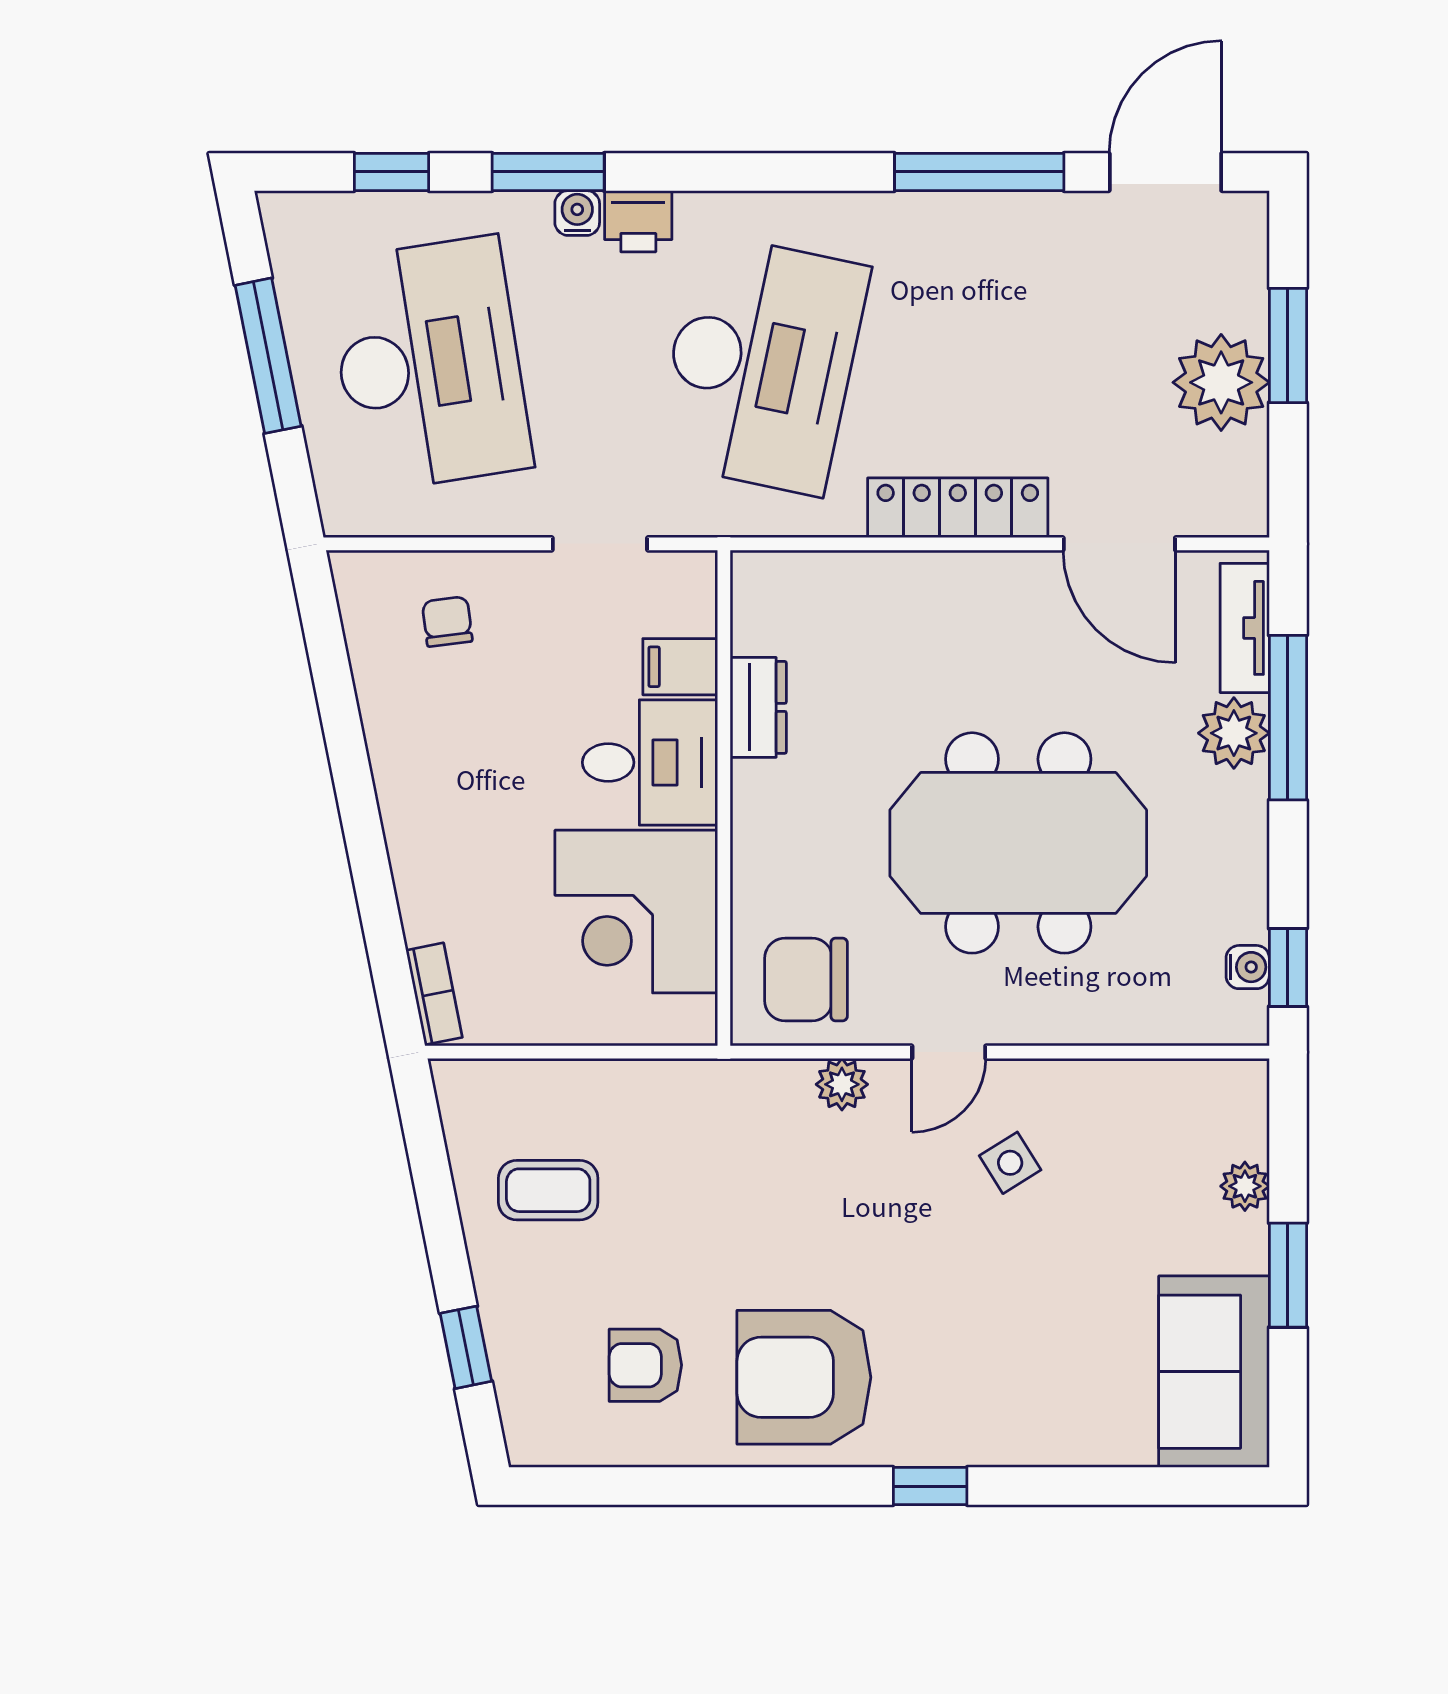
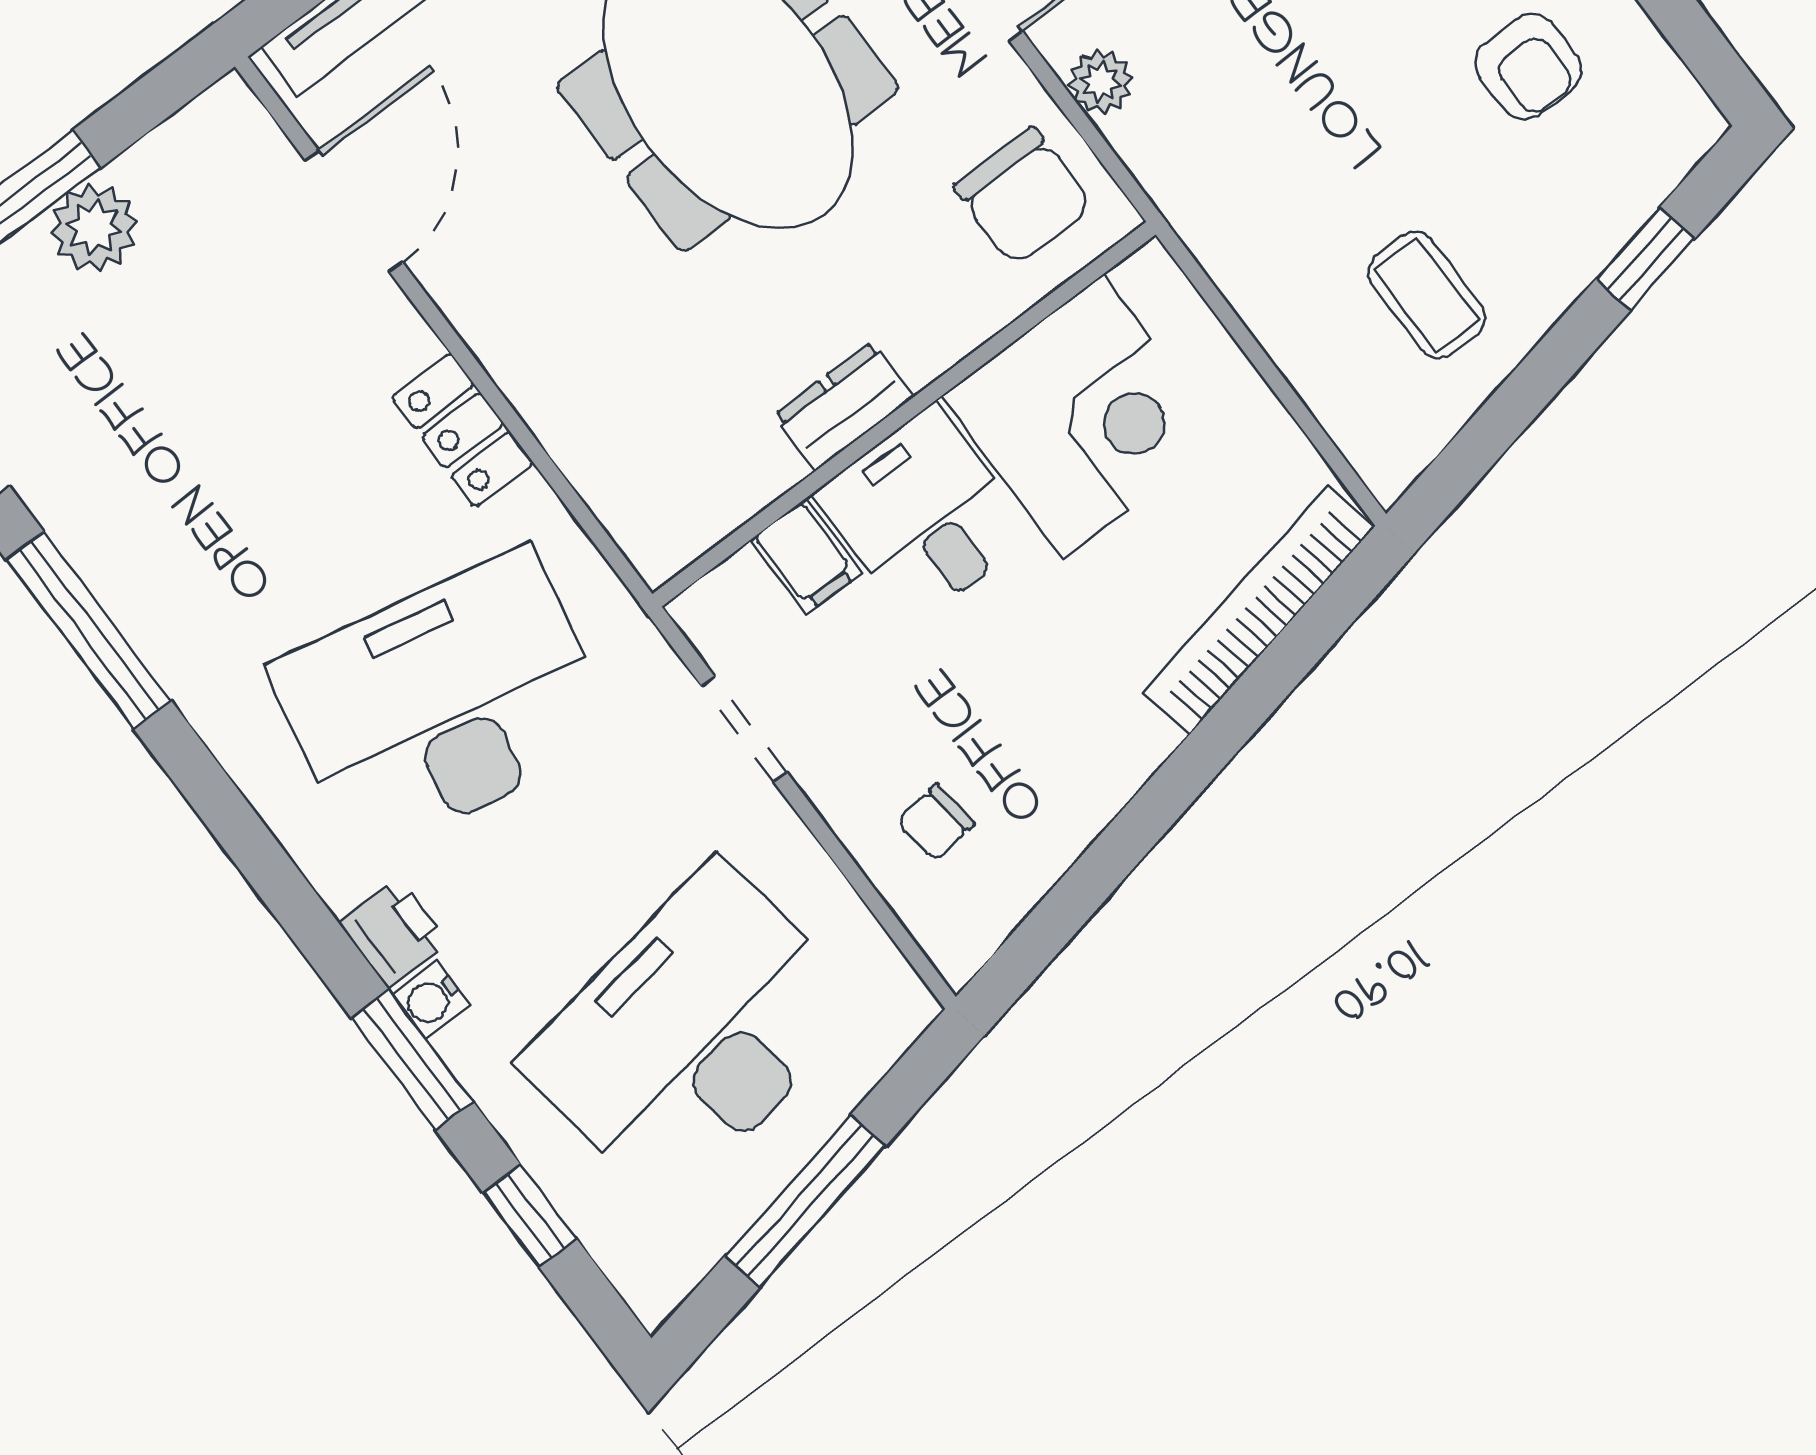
plant: (1221, 382) -> (94, 228), width x0.73, depth x0.73
locker: (958, 508) -> (463, 430), width x0.66
dresser: (758, 707) -> (844, 406), moved
bookcase: (434, 994) -> (1259, 610), width x2.31, depth x1.31

